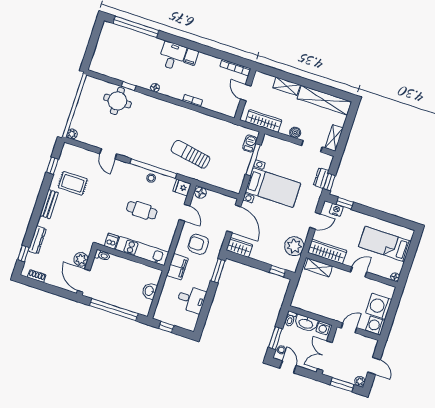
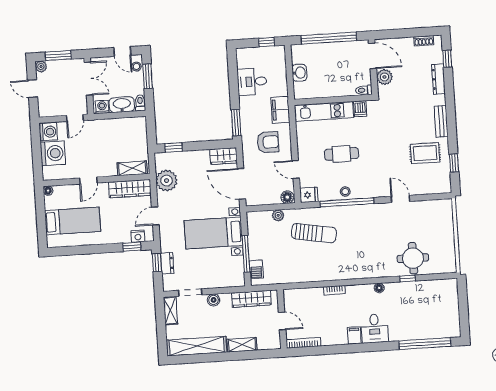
plant: (72, 134) -> (278, 215), moved

